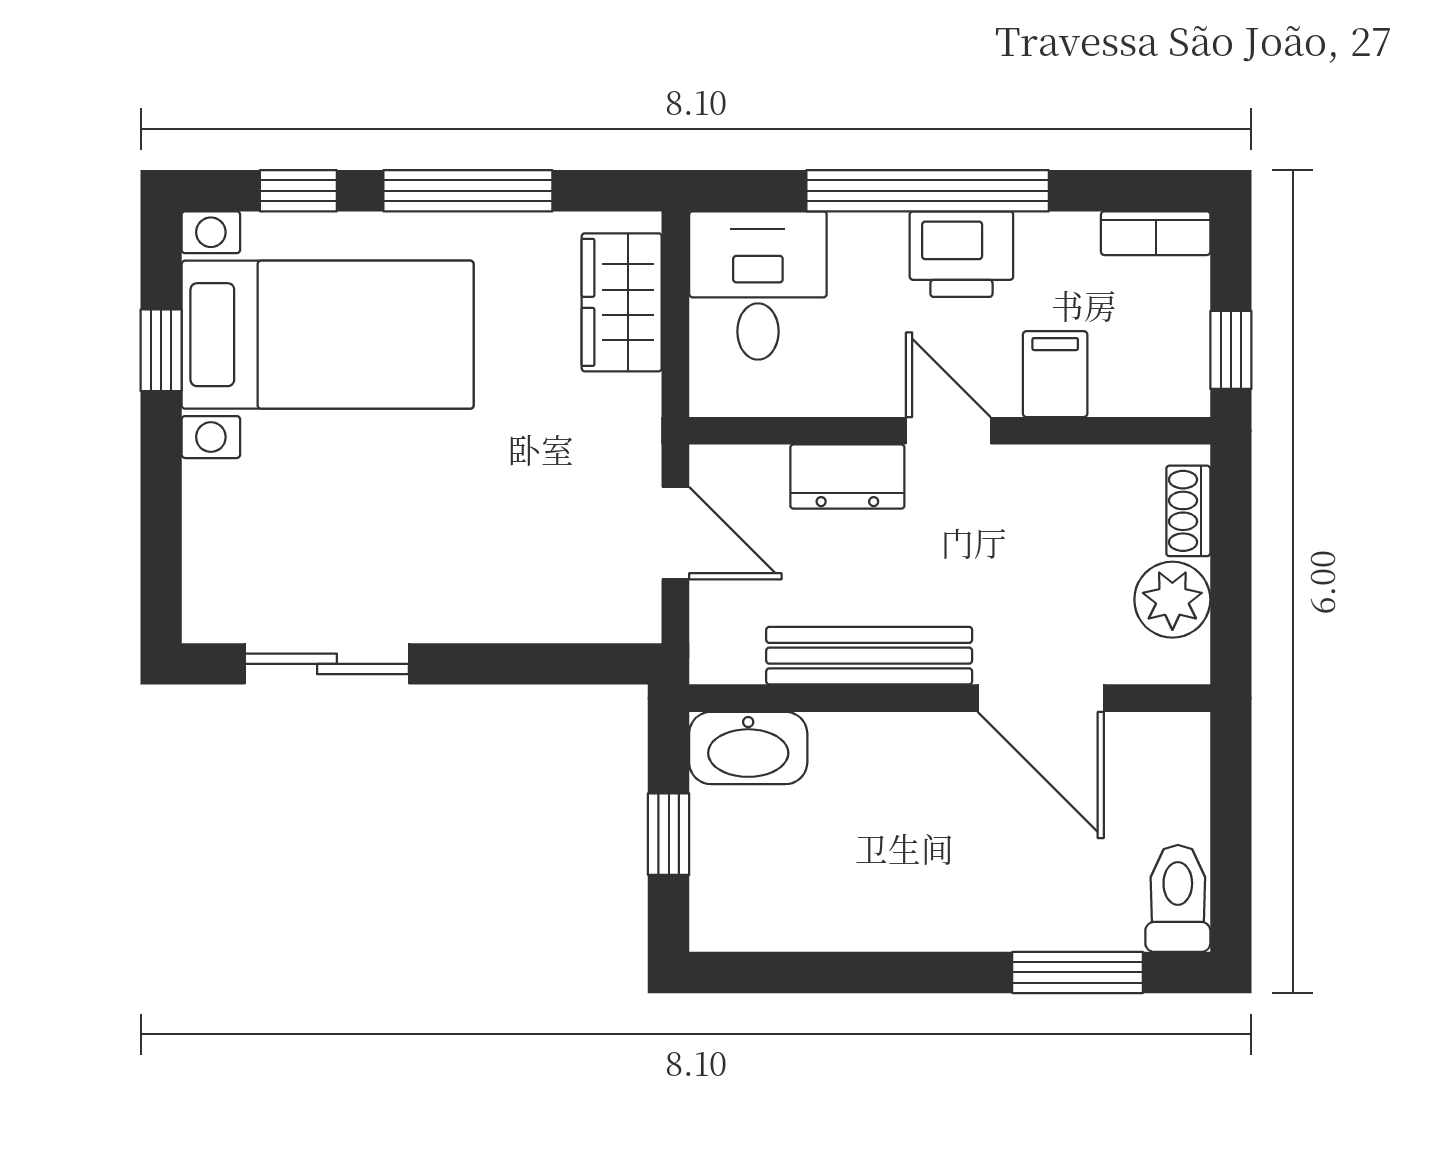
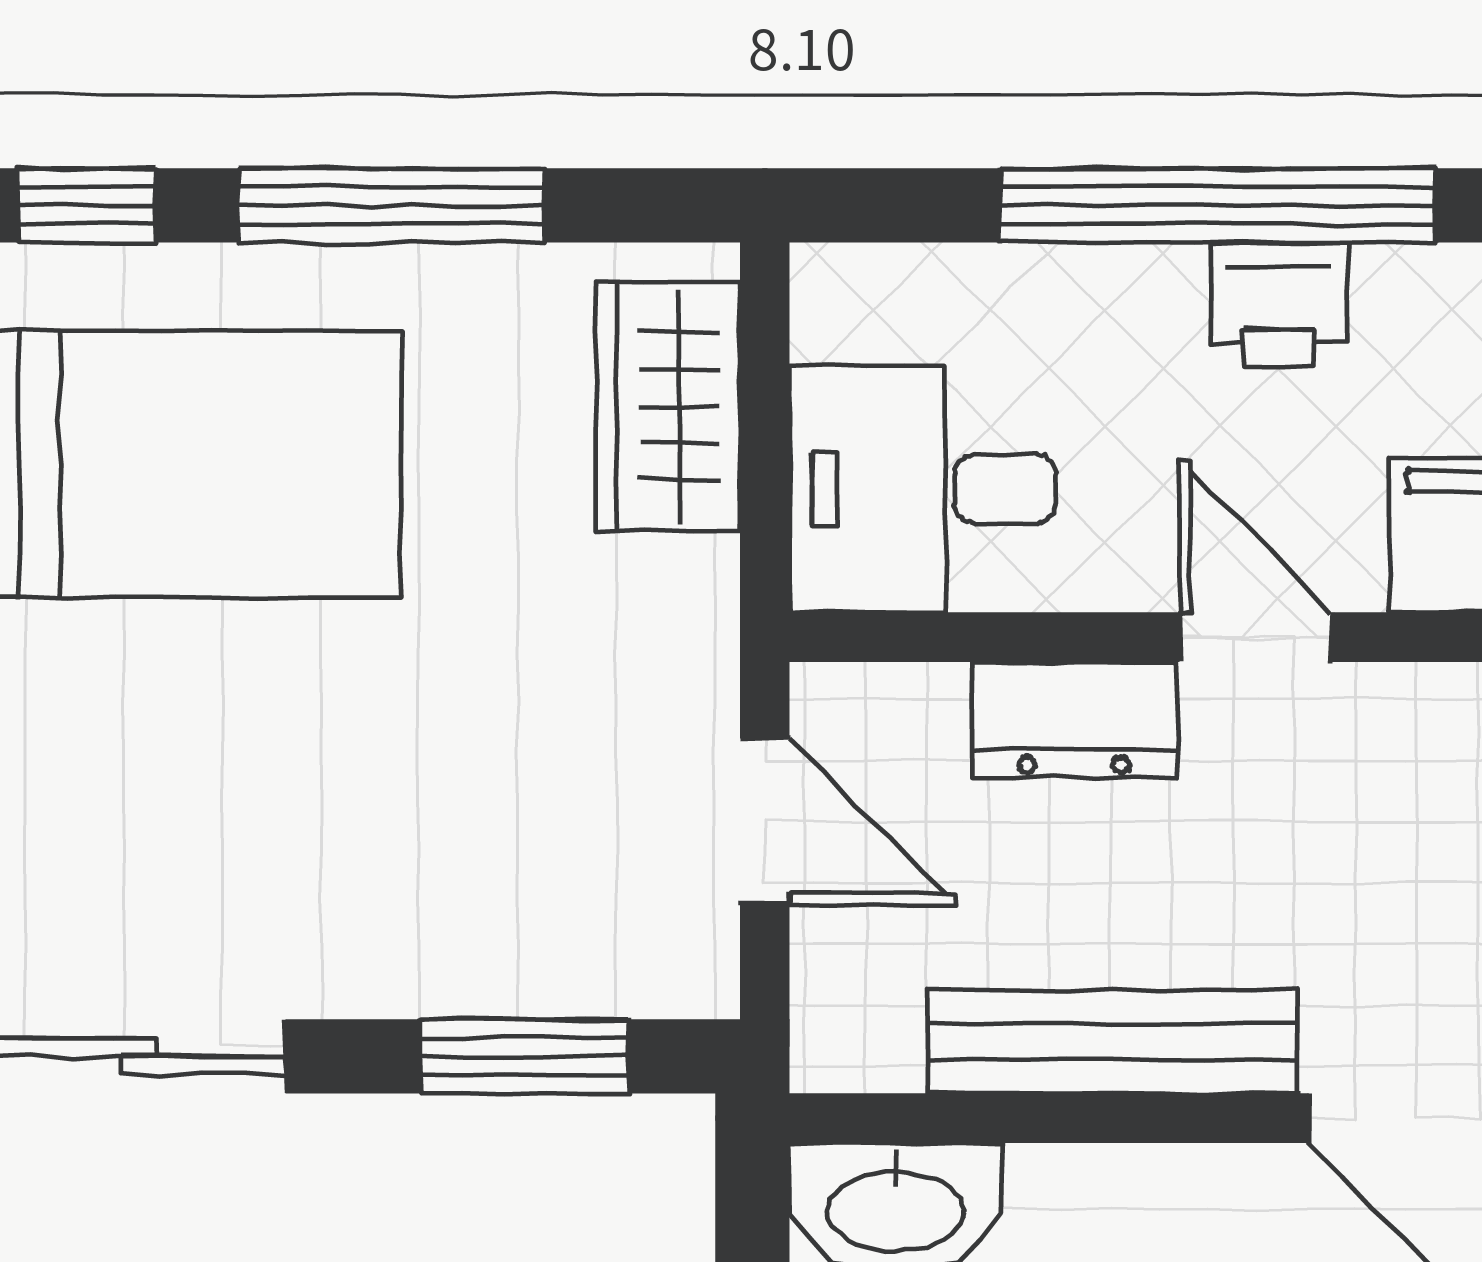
printer: (961, 254) -> (1279, 305), width x0.73, depth x0.81
desk: (758, 285) -> (923, 489), moved, turned -90
window: (542, 664) -> (525, 1056), added

